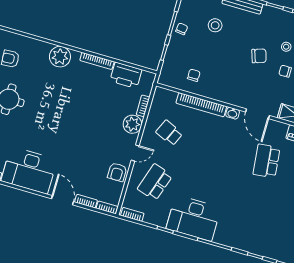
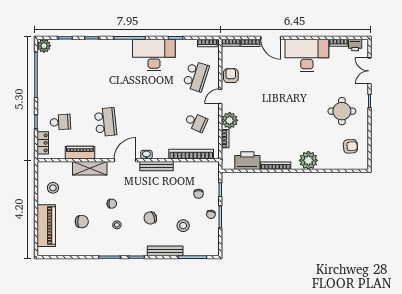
chair: (259, 56) -> (150, 218), moved
chair: (194, 75) -> (198, 194), moved
bench: (225, 98) -> (157, 166), added
bookcase: (201, 105) -> (191, 154), moved
door: (257, 114) -> (125, 160), hinge flipped

